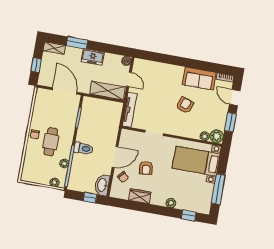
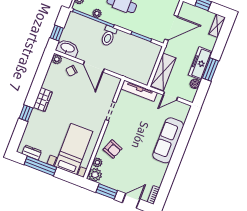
window: (77, 43) -> (211, 70), moved
freezer: (93, 57) -> (200, 63), width x1.40
boiler: (126, 61) -> (195, 84), moved
sofa: (199, 79) -> (168, 140), moved, width x1.36
armchair: (185, 105) -> (113, 149), moved
armchair: (146, 168) -> (76, 96), removed
wardrobe: (140, 196) -> (43, 100), moved
dresser: (207, 200) -> (32, 152), added
plant: (171, 203) -> (57, 59), moved
window: (189, 216) -> (26, 113), moved

